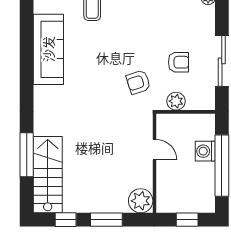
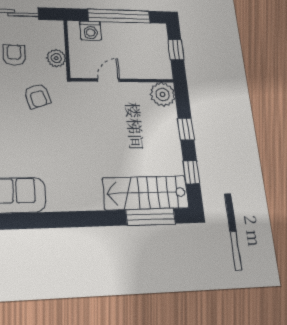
washing machine: (205, 151) -> (90, 31), moved
window: (27, 155) -> (151, 217), moved
window: (106, 220) -> (186, 129), width x0.67

